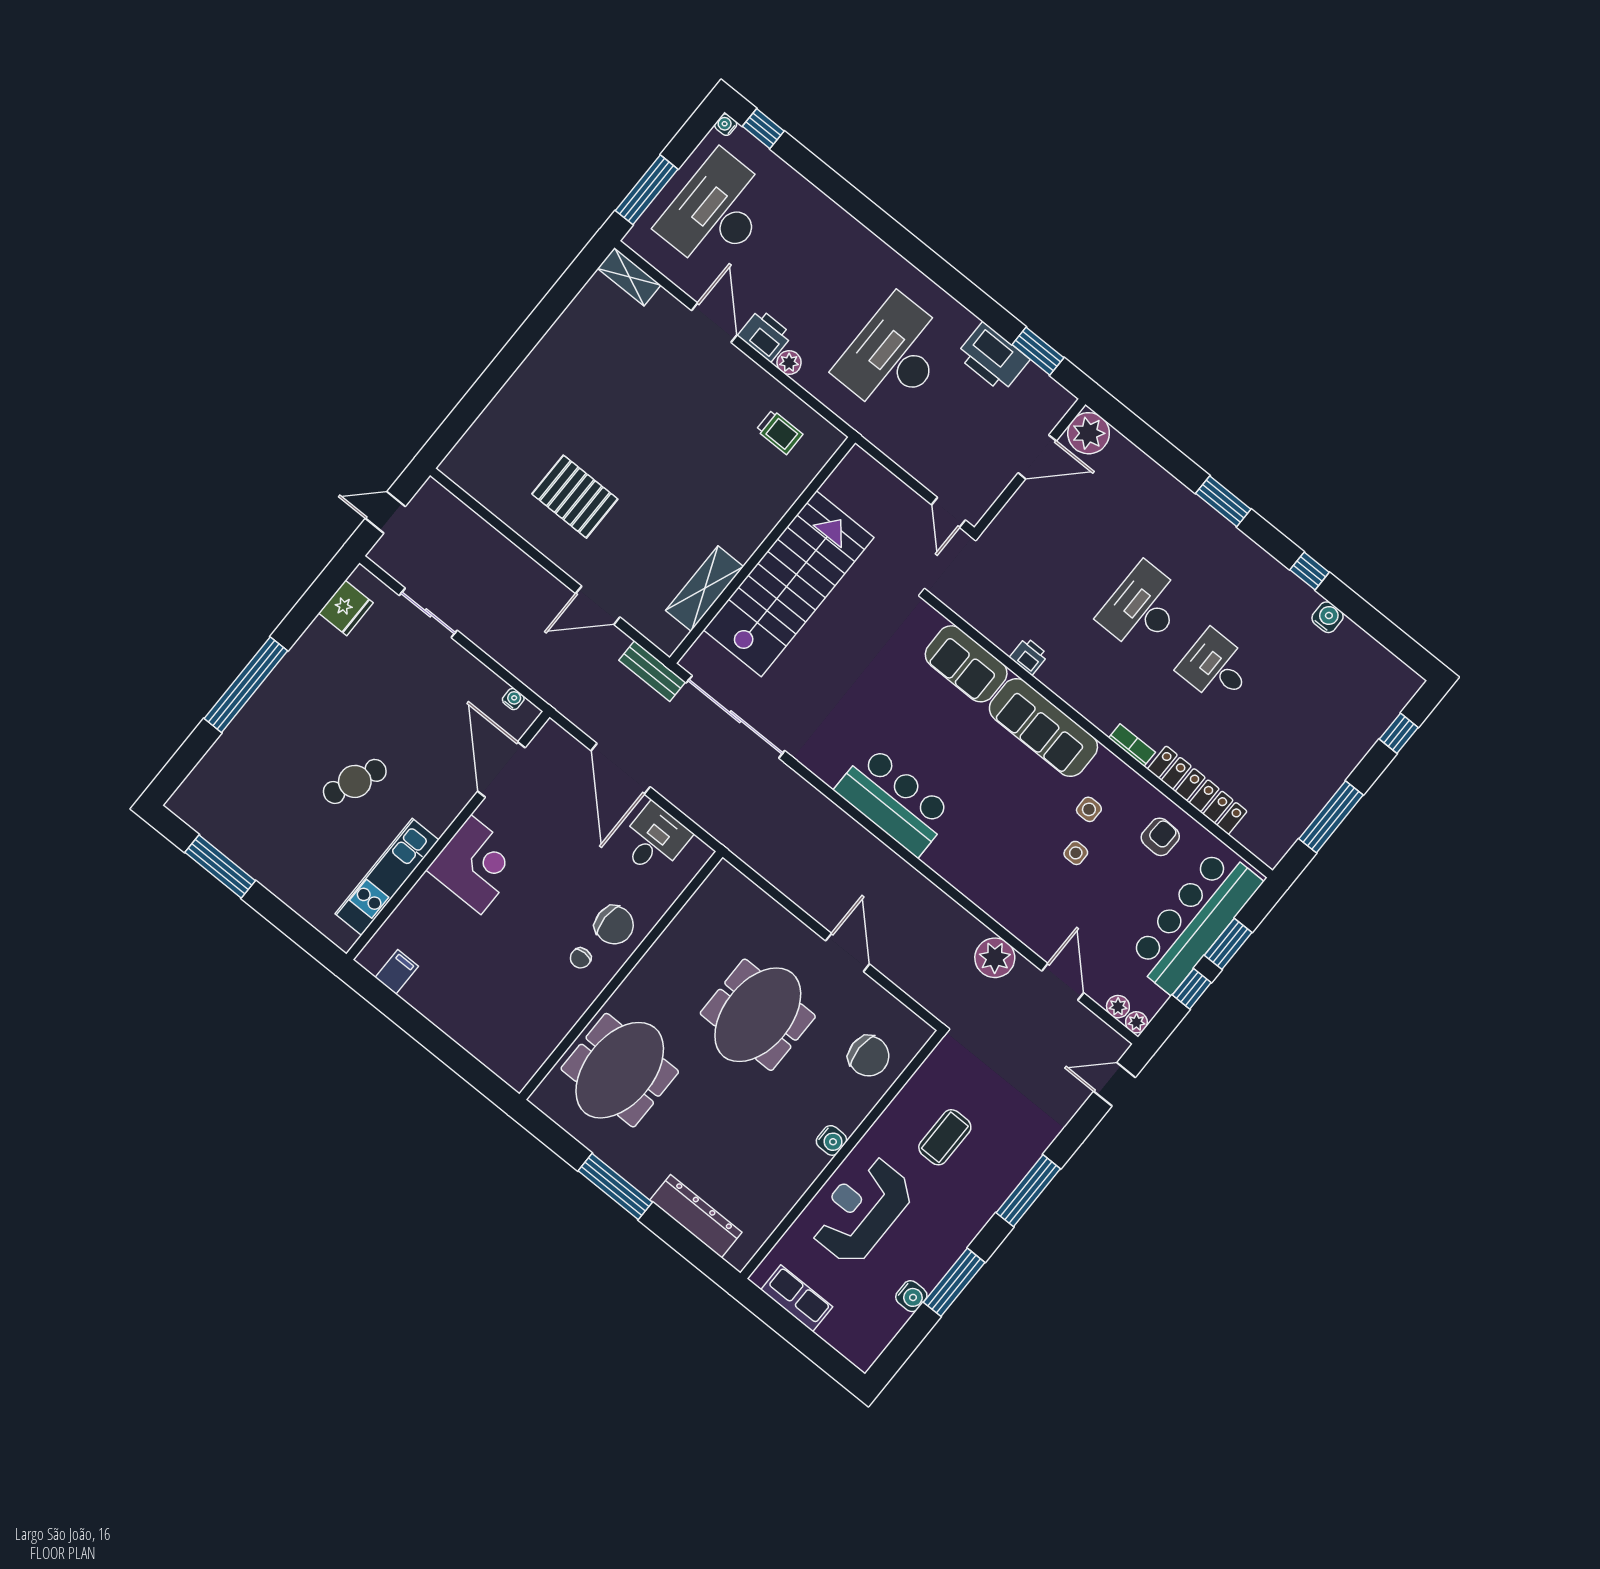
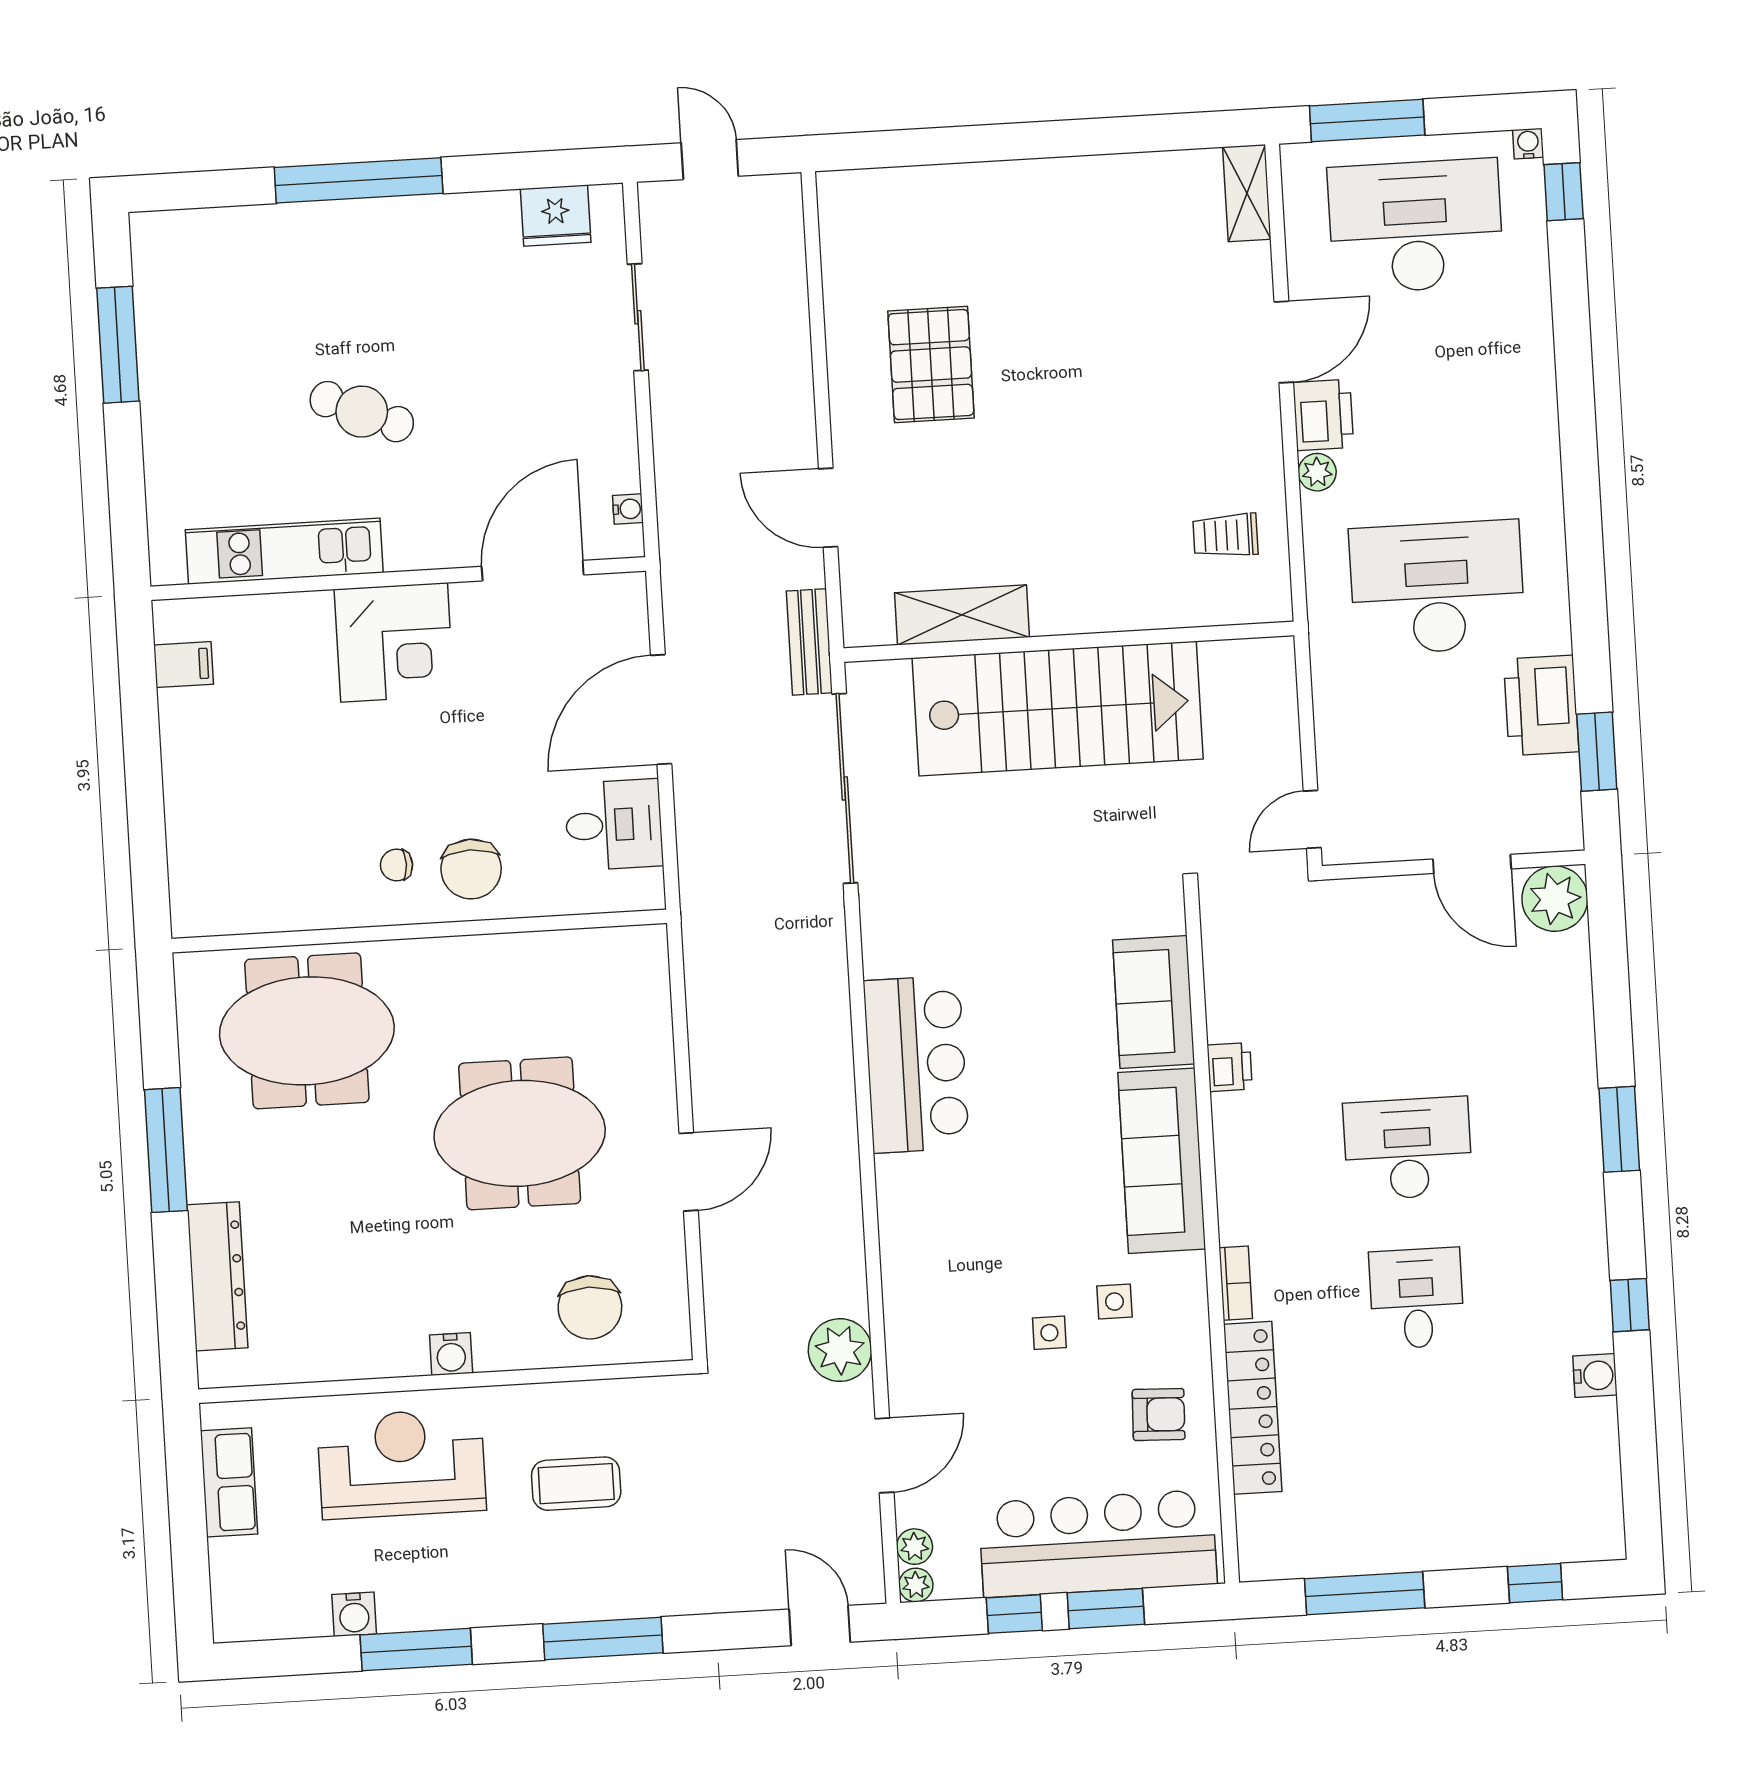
trolley: (779, 432) -> (1225, 535), turned 90

